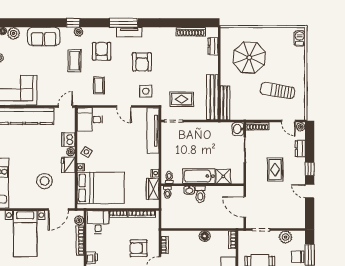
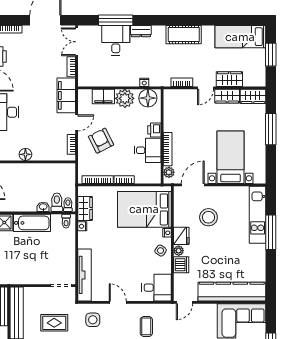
rug: (182, 99) -> (54, 323), moved
toilet: (200, 194) -> (57, 202), moved
desk: (98, 222) -> (148, 150), moved, turned -90
armchair: (139, 248) -> (101, 141), turned -117

